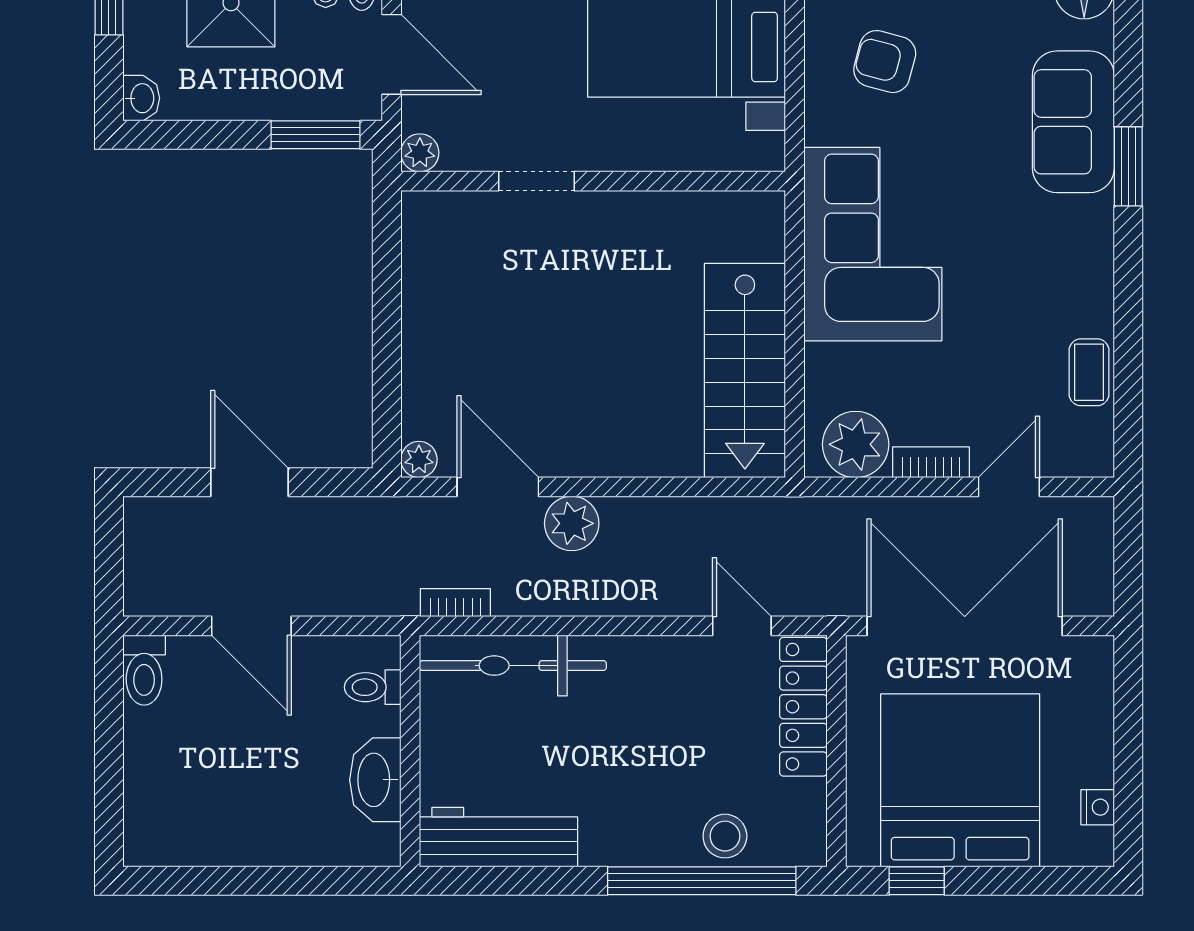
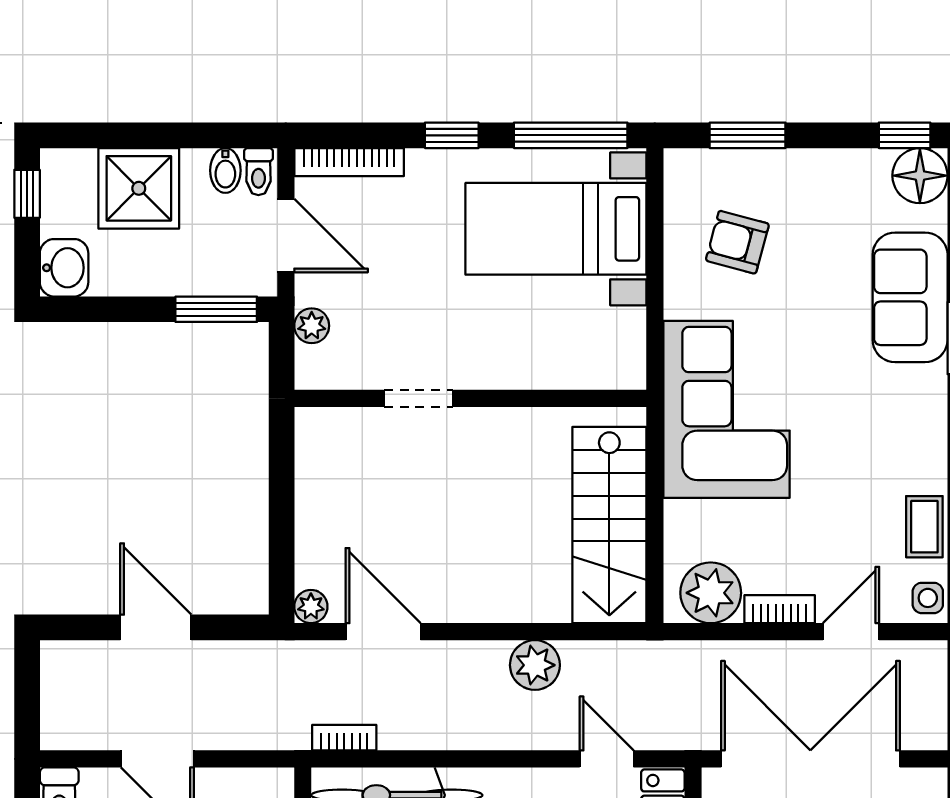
washbasin: (141, 98) -> (64, 268), width x1.38, depth x1.45
doorway: (536, 181) -> (419, 398), moved
wall: (593, 181) -> (470, 398), moved
side table: (1093, 450) -> (928, 598), added
plant: (572, 523) -> (535, 665), moved

